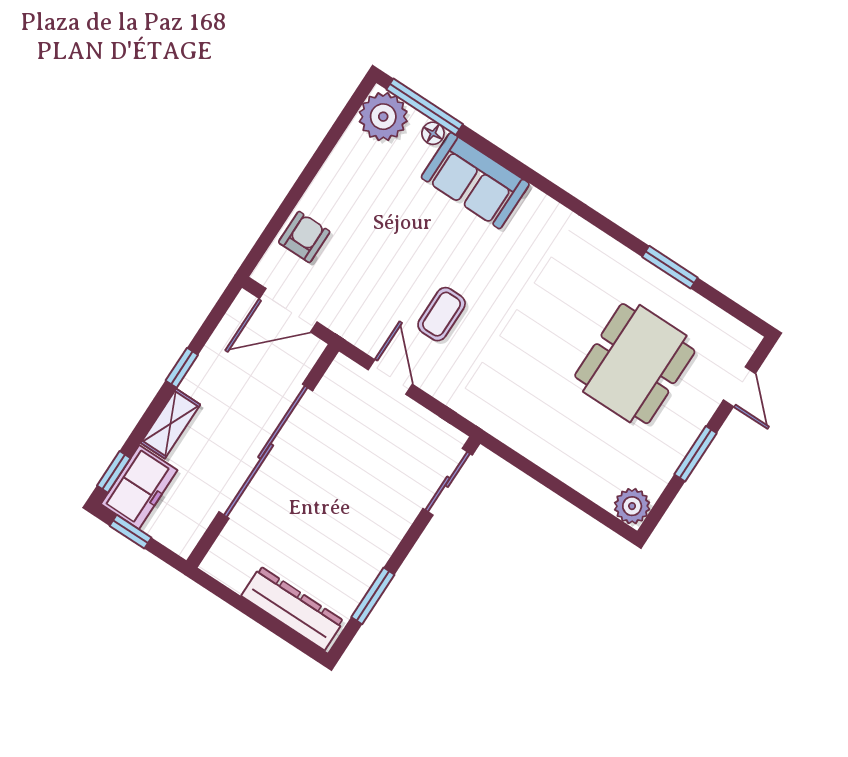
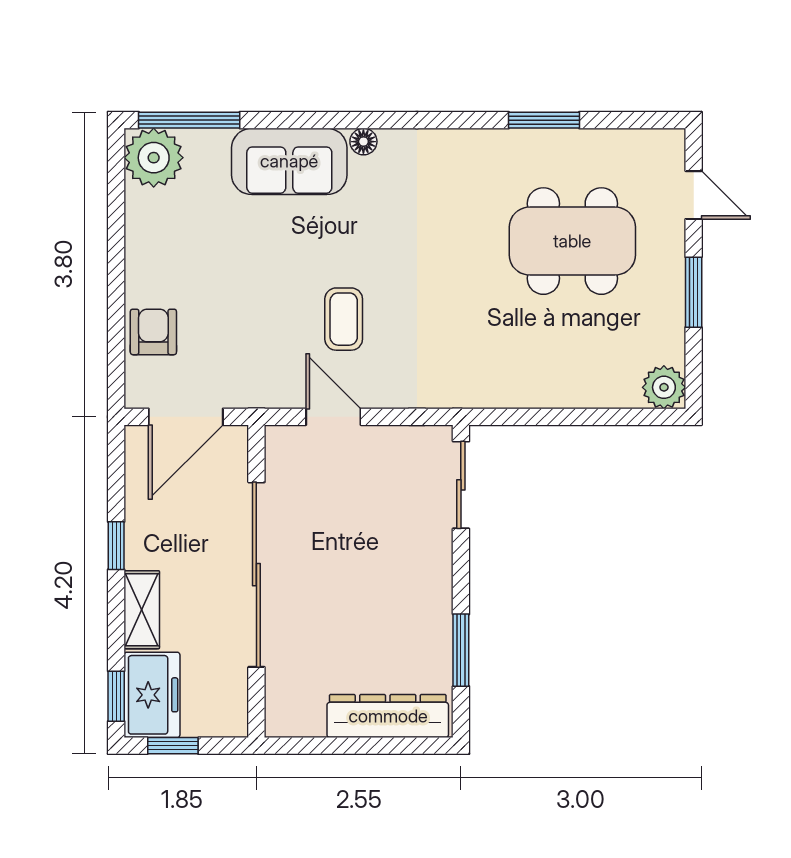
floor lamp: (433, 133) -> (363, 142), moved
dining table: (635, 364) -> (572, 241), turned 90

